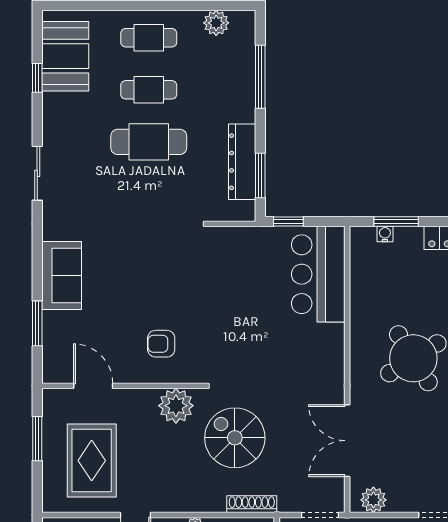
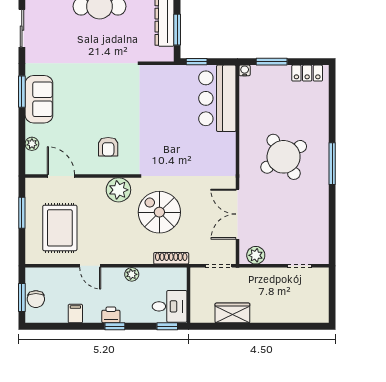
water cooler: (385, 234) -> (245, 70), moved
window: (37, 323) -> (22, 92), moved
plant: (52, 340) -> (32, 144), added
armchair: (161, 344) -> (108, 147), turned -90

